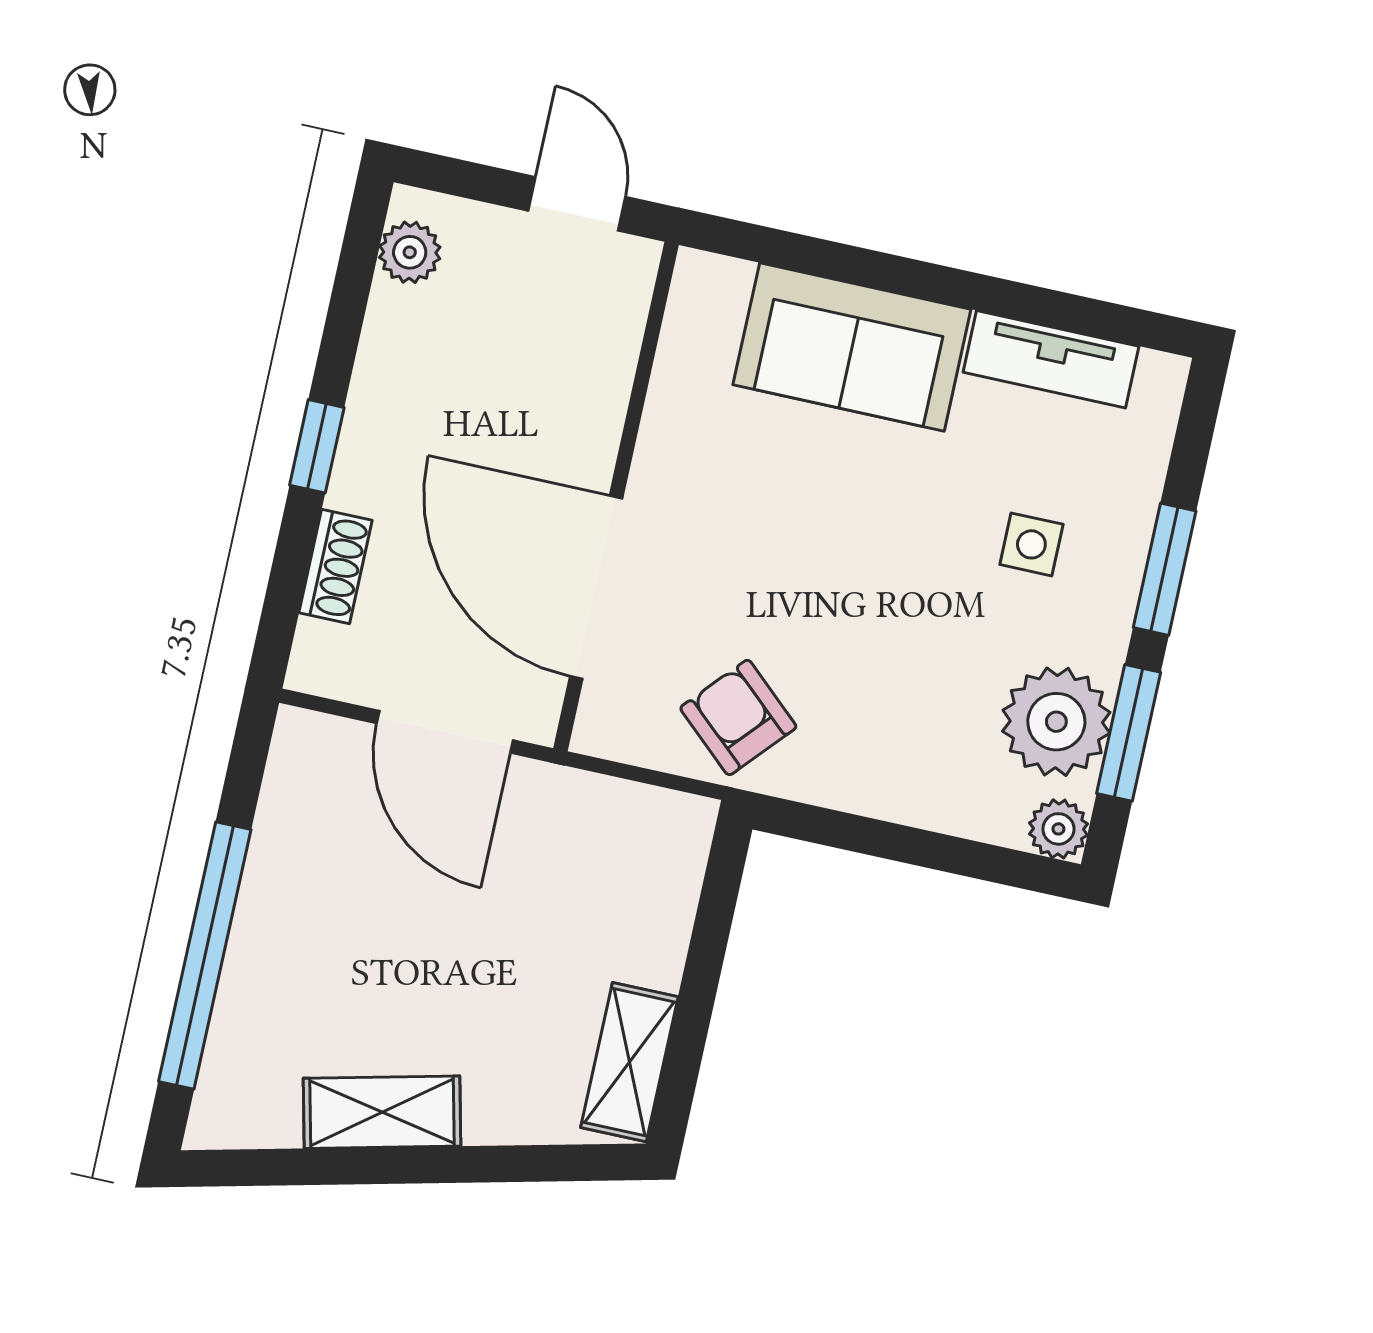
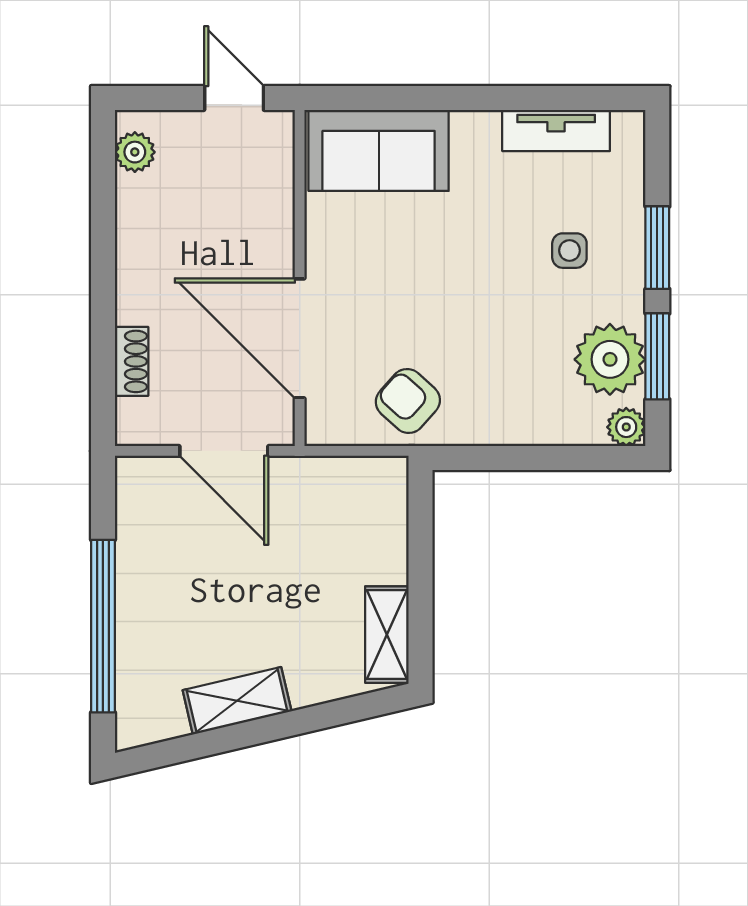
sofa: (852, 347) -> (379, 150), moved
window: (317, 446) -> (103, 288), removed

